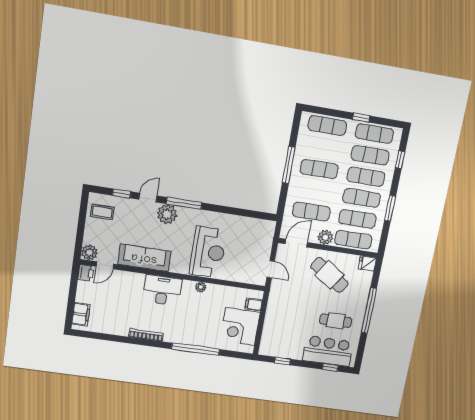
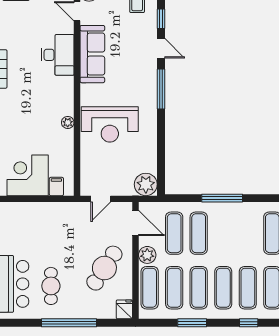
exercise mat: (319, 169) -> (199, 233), moved
plant: (167, 214) -> (146, 184), moved
desk: (162, 290) -> (58, 55), moved

